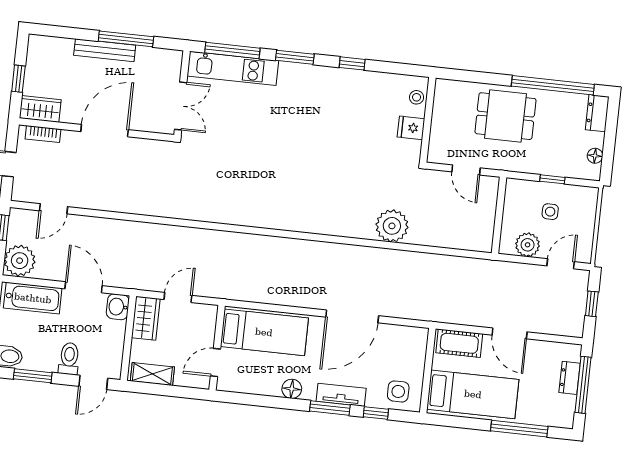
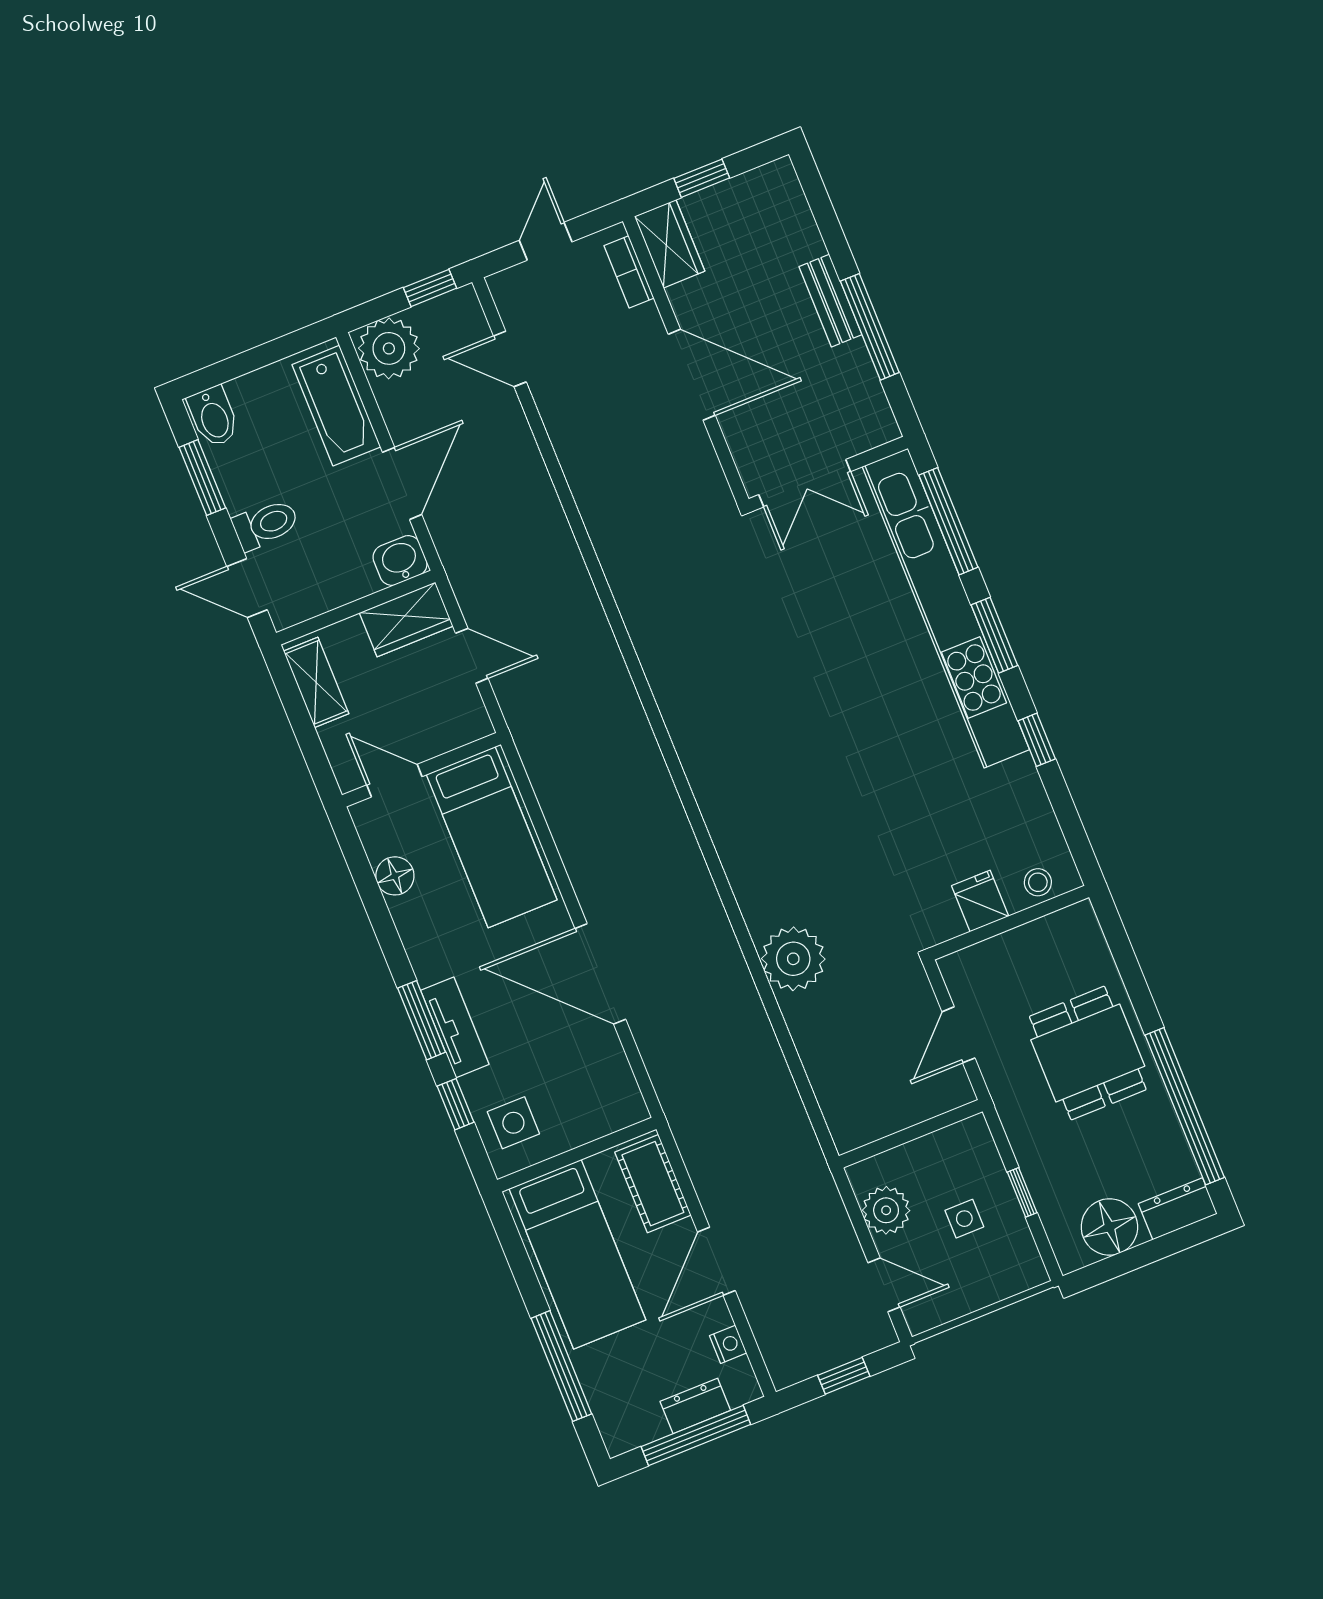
bench: (105, 50) -> (830, 301), width x0.73
kitchen unit: (233, 68) -> (946, 608), width x1.86
floor lamp: (595, 156) -> (1109, 1227), width x1.89, depth x1.89
nightstand: (550, 348) -> (728, 1344), added
floor lamp: (292, 389) -> (395, 876), moved

